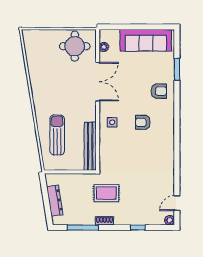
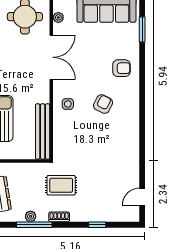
window: (177, 69) -> (142, 29), moved
armchair: (143, 122) -> (103, 104), turned 117
plant: (170, 220) -> (31, 216), moved

